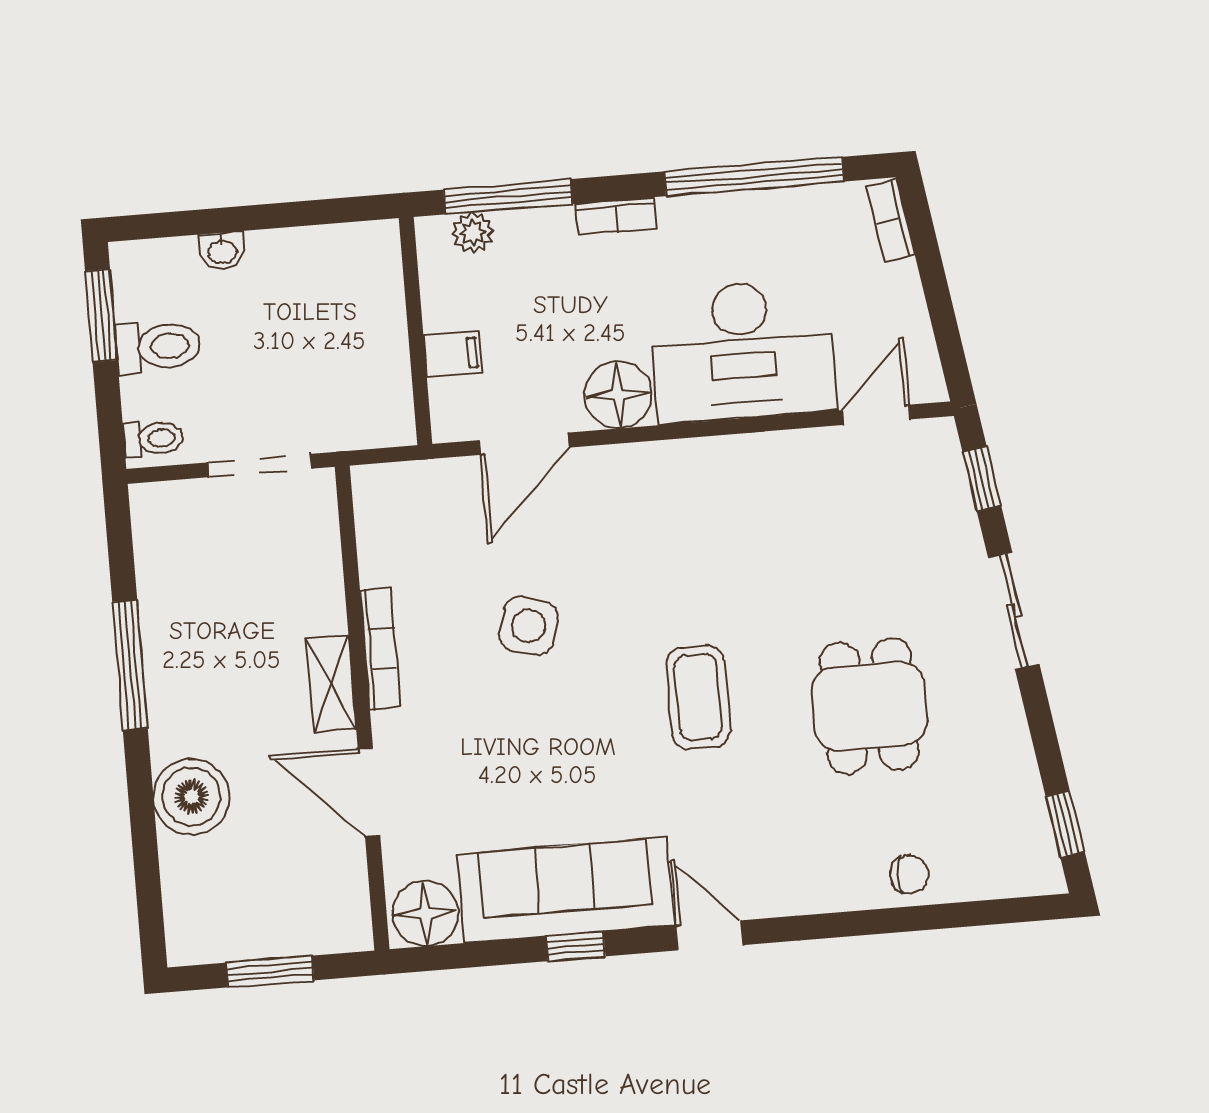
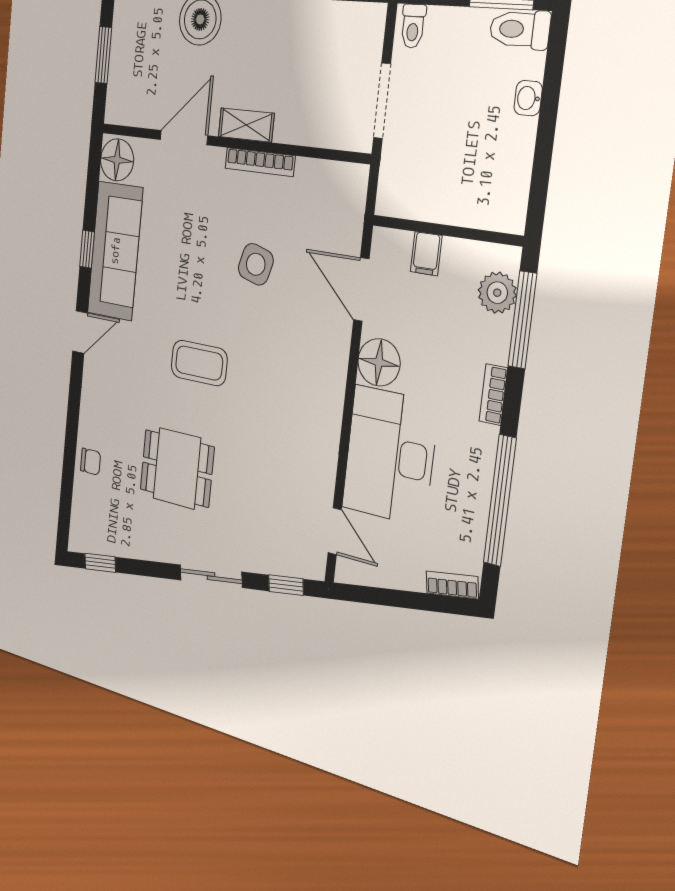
plant: (473, 233) -> (497, 293), width x1.38, depth x1.38
toilet: (158, 347) -> (520, 29), moved, turned 90
chair: (909, 874) -> (91, 462), turned -90

